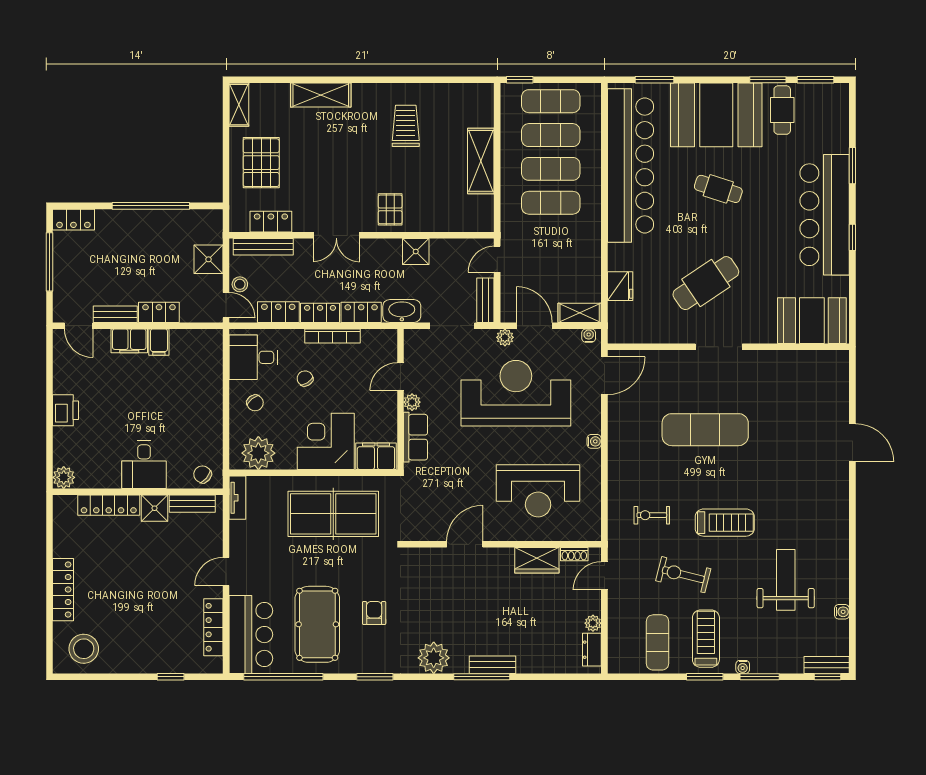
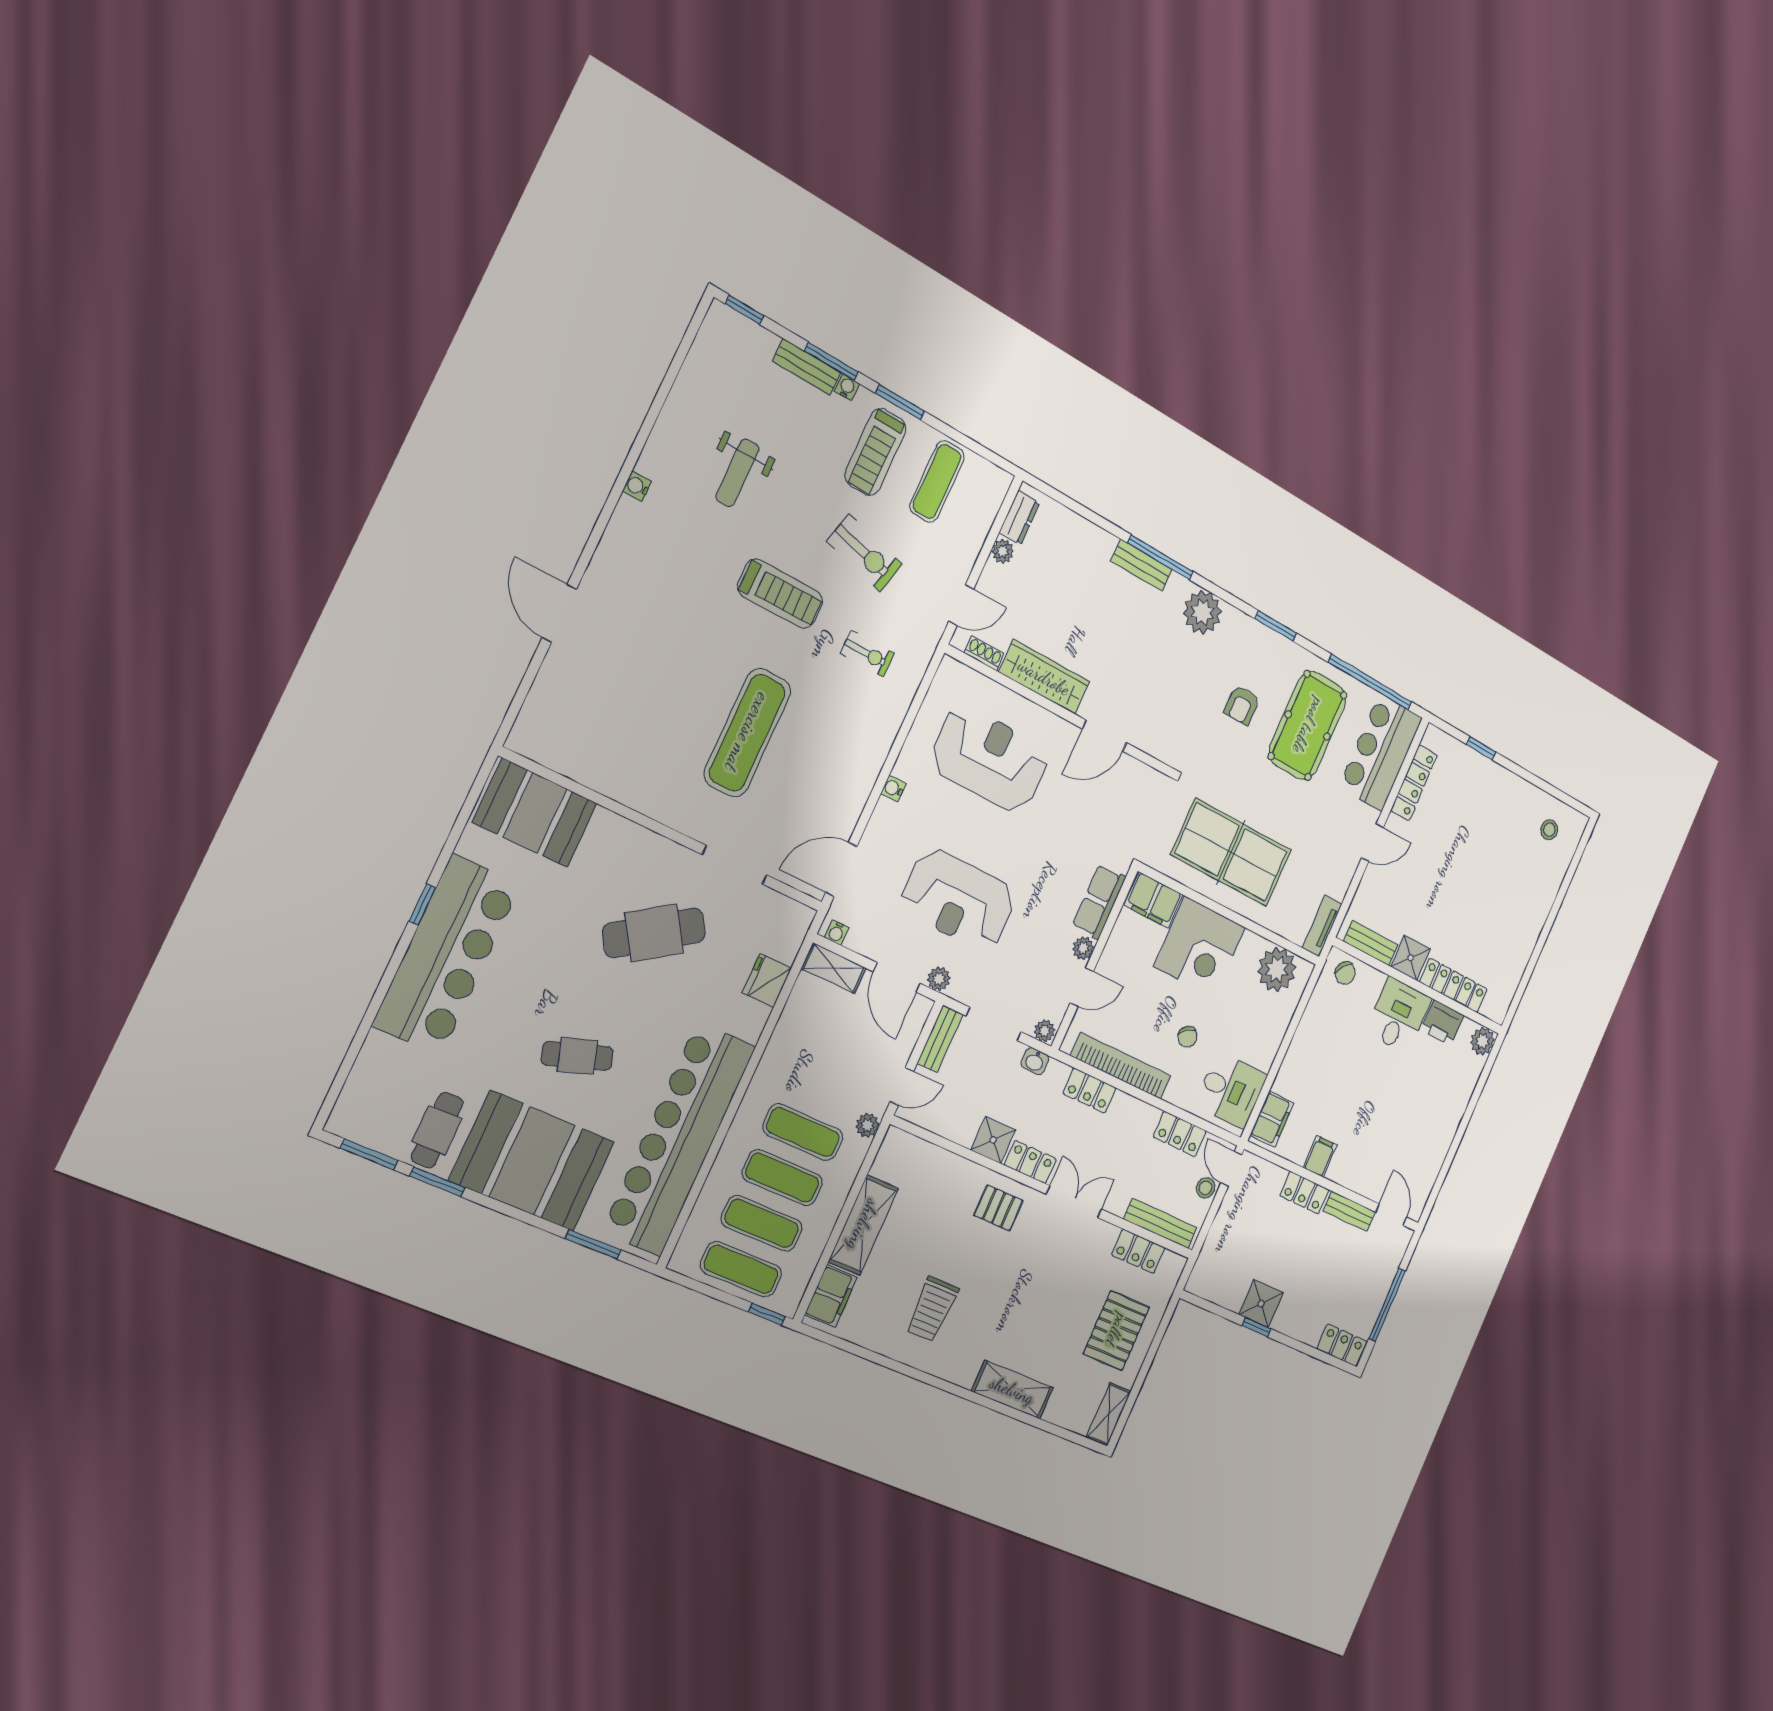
filing cabinet: (481, 107) -> (831, 1296), added
window: (852, 166) -> (374, 1008), removed
cafe table: (718, 189) -> (577, 1056), turned -36
window: (151, 206) -> (1256, 1327), width x0.32
pallet: (390, 209) -> (998, 1208), turned 90
plant: (509, 225) -> (867, 1125), added
shower: (209, 259) -> (1261, 1304), moved
washbasin: (402, 311) -> (1035, 1061), width x0.52, depth x0.69
locker: (320, 313) -> (1030, 1162), moved, turned 180
bookcase: (332, 336) -> (1121, 1066), width x1.48, depth x1.31
plant: (414, 337) -> (1044, 1031), added
filing cabinet: (129, 341) -> (1272, 1119), moved, turned 90
doorway: (719, 347) -> (735, 865), moved
reception desk: (516, 393) -> (958, 900), width x0.74, depth x0.77
chair: (255, 403) -> (1253, 1033), removed
printer: (65, 410) -> (1443, 1023), moved, turned -90
exercise mat: (705, 430) -> (747, 733), turned 90
treadmill: (725, 523) -> (780, 594), turned 180
wardrobe: (537, 560) -> (1044, 677), width x1.50
weight bench: (786, 580) -> (737, 473), width x0.73, depth x0.75
locker: (63, 590) -> (1539, 910), removed
water cooler: (842, 612) -> (637, 486), moved
stool: (84, 649) -> (1549, 830), width x0.53, depth x0.53
bench: (827, 665) -> (806, 367), moved

